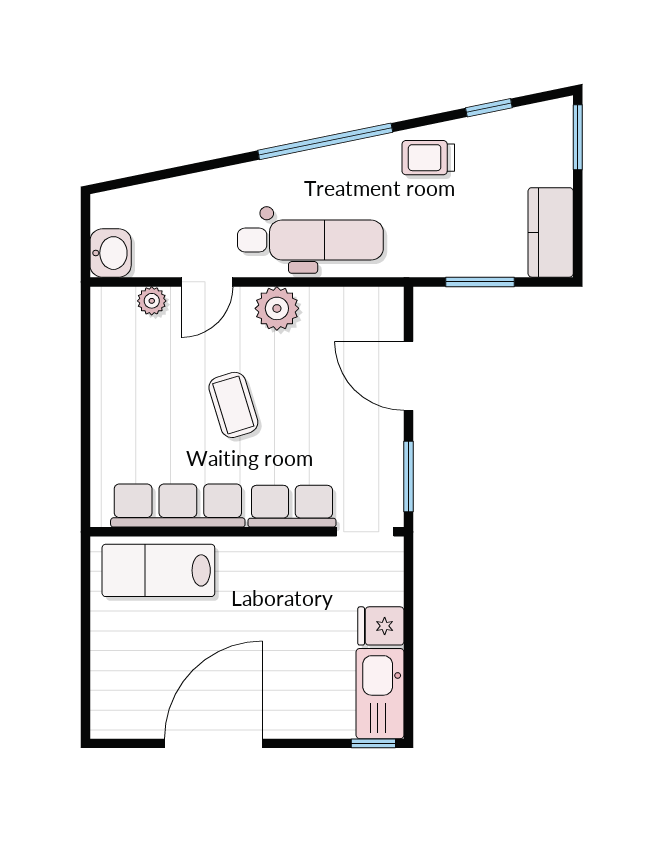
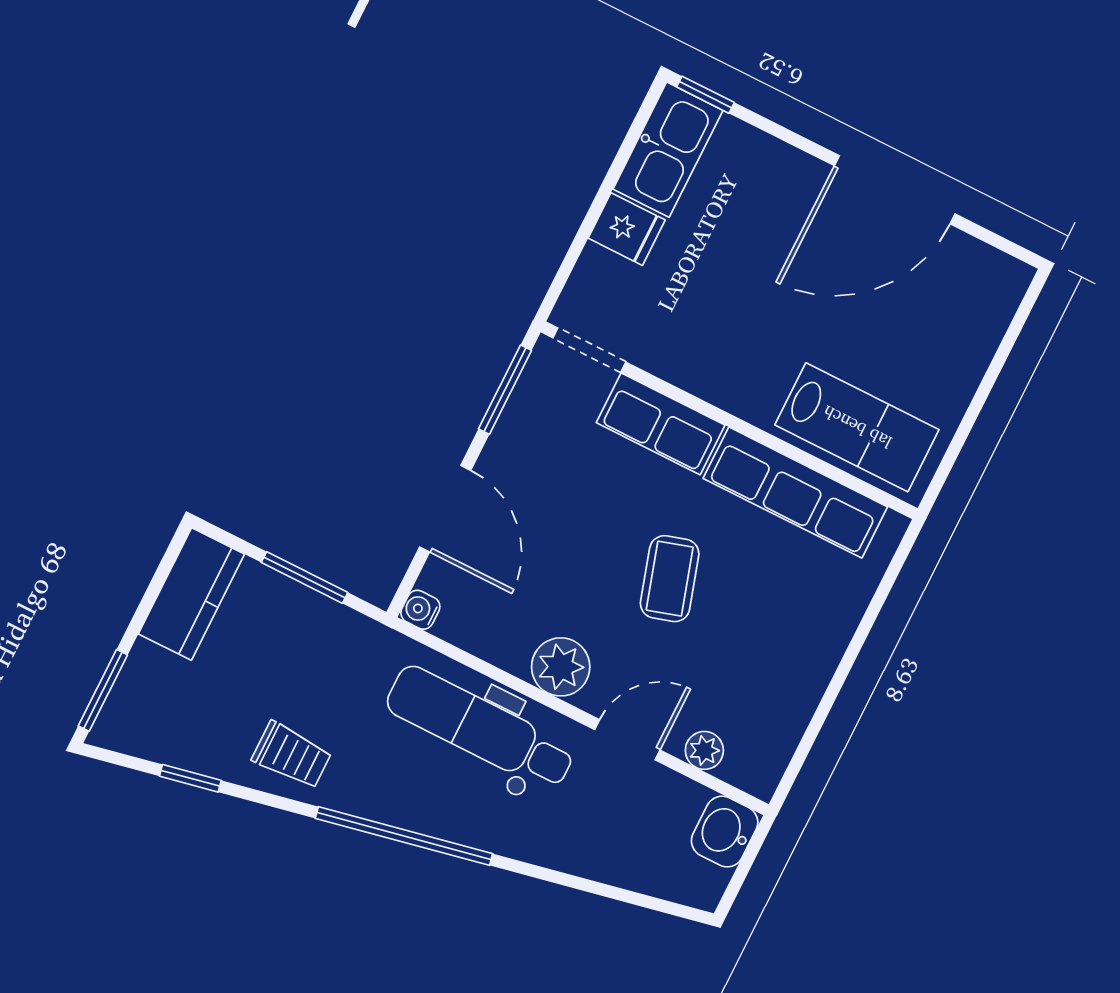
water cooler: (391, 299) -> (420, 610), added

